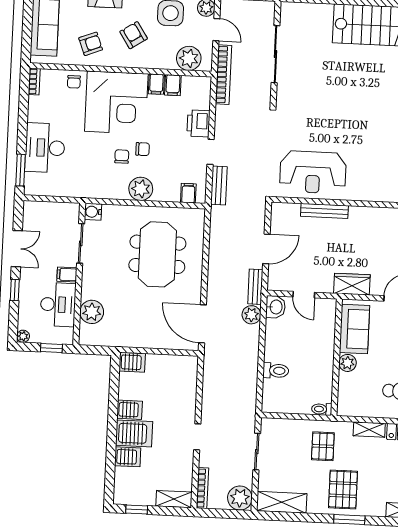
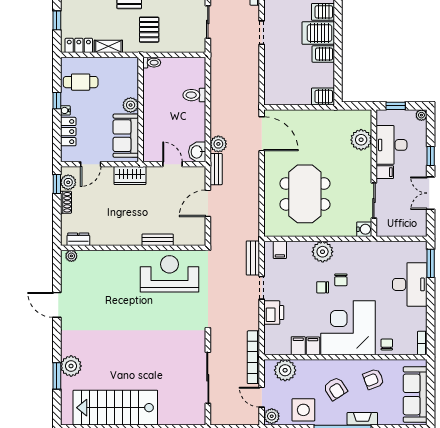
bench: (324, 211) -> (158, 240), width x0.73

